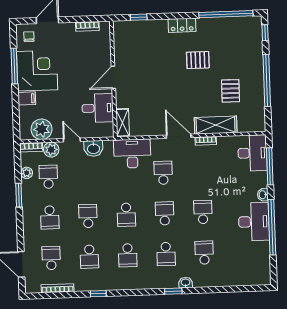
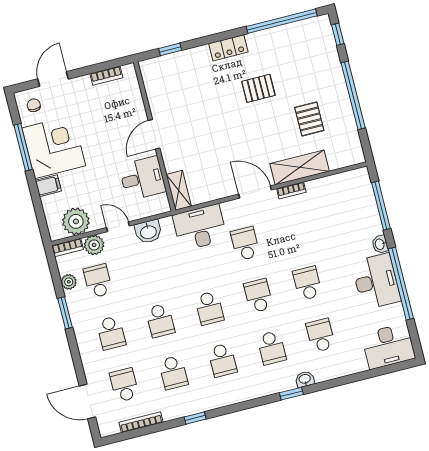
desk: (252, 153) -> (388, 346), moved, turned 90
school desk: (88, 216) -> (160, 321), turned 180

